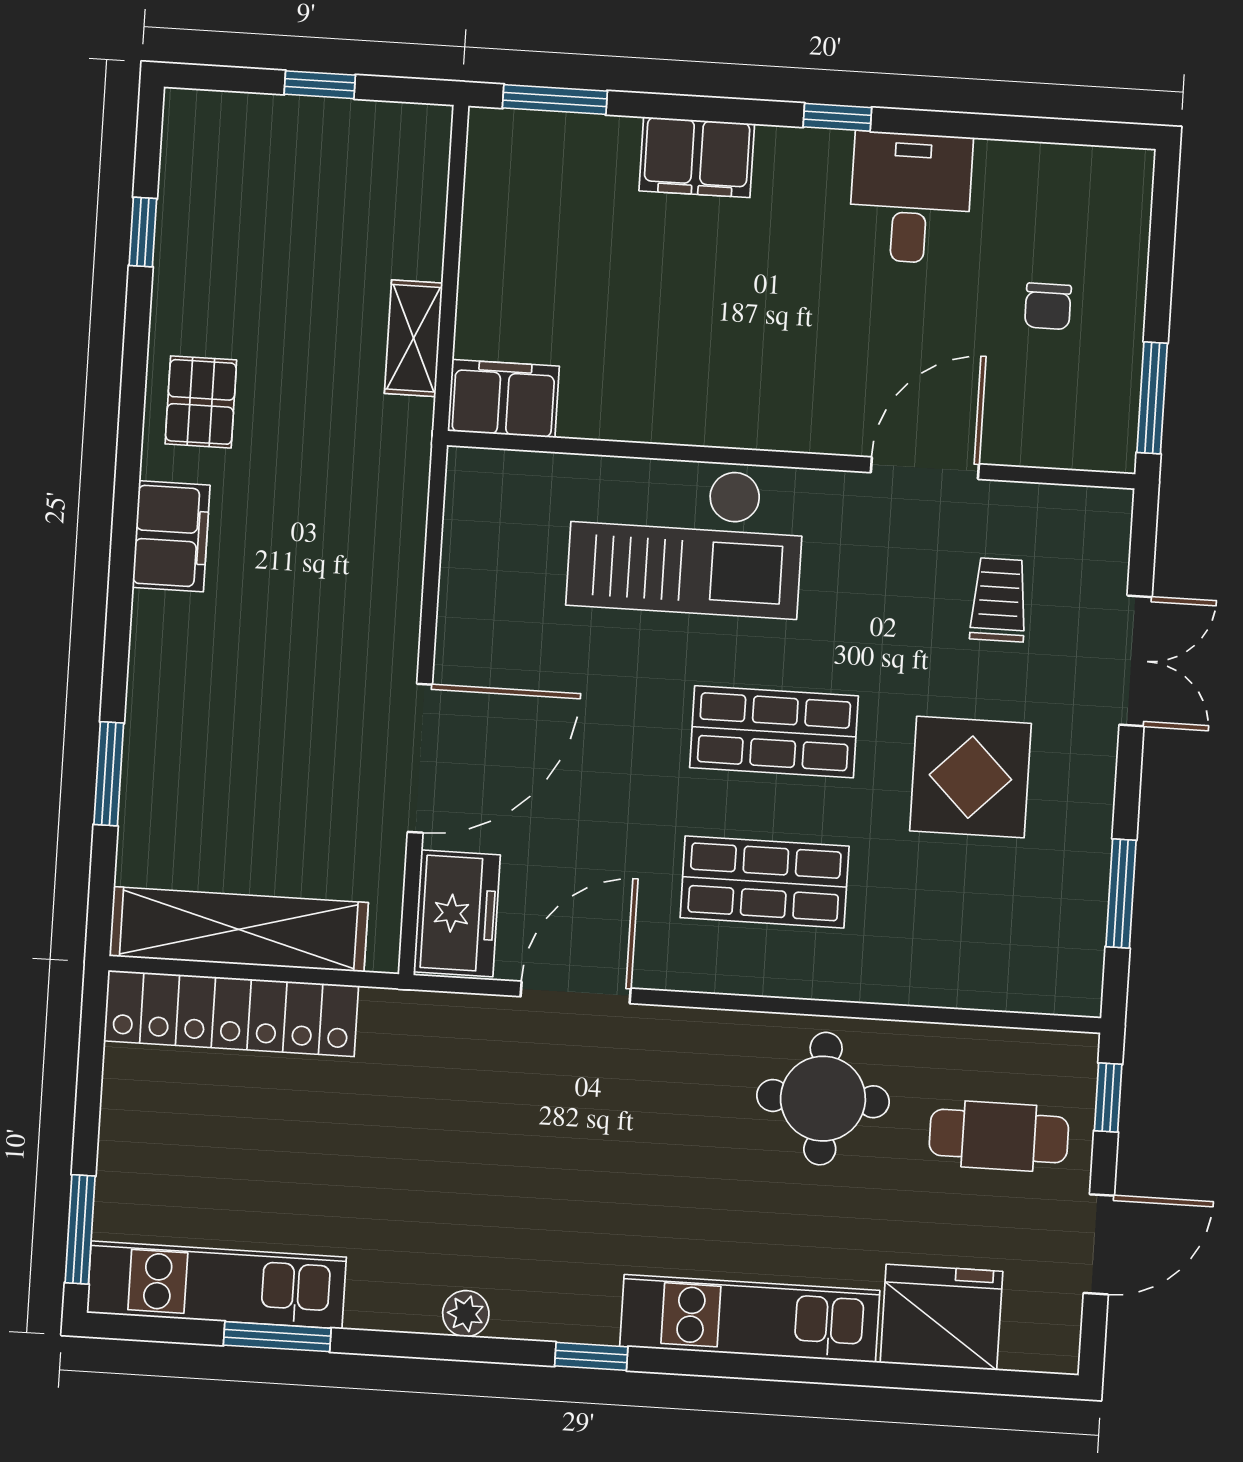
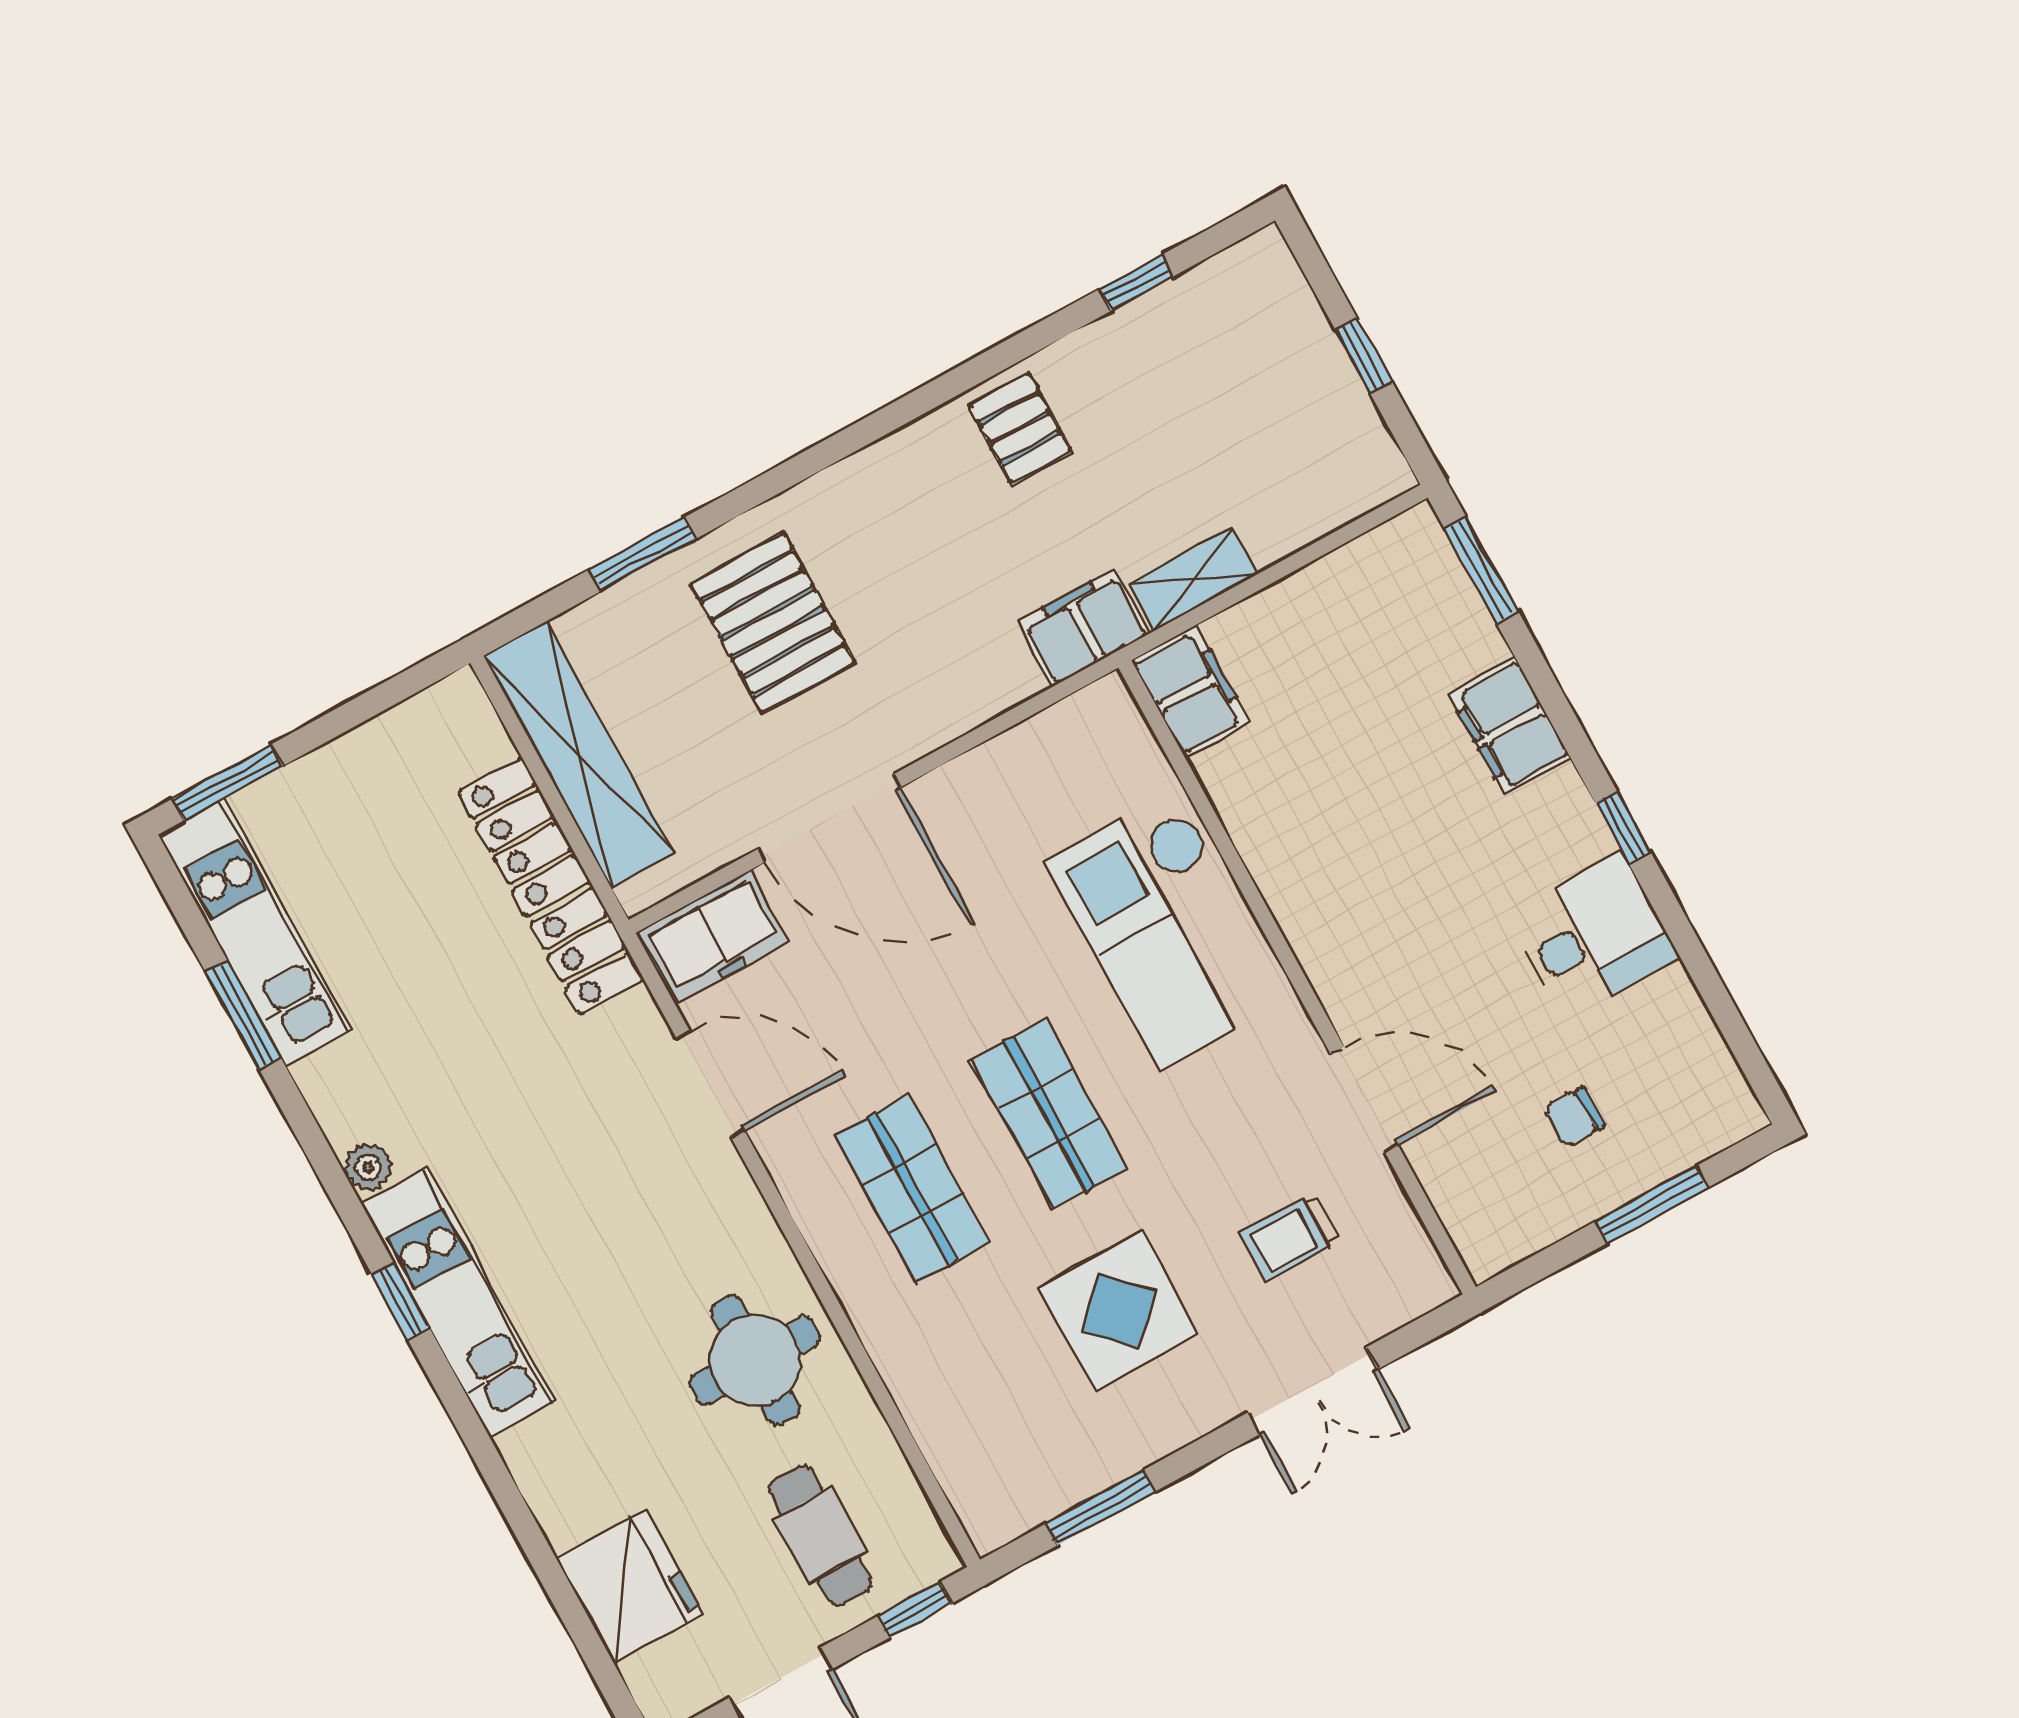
window: (1152, 398) -> (1652, 1204), moved
pallet: (201, 402) -> (1020, 428), turned 90
filing cabinet: (171, 536) -> (1084, 627), moved, turned 180
trolley: (999, 600) -> (1290, 1237), turned 180
pallet: (232, 704) -> (773, 623), added
locker: (231, 1013) -> (551, 886), moved
kitchen unit: (750, 1318) -> (458, 1302), moved

